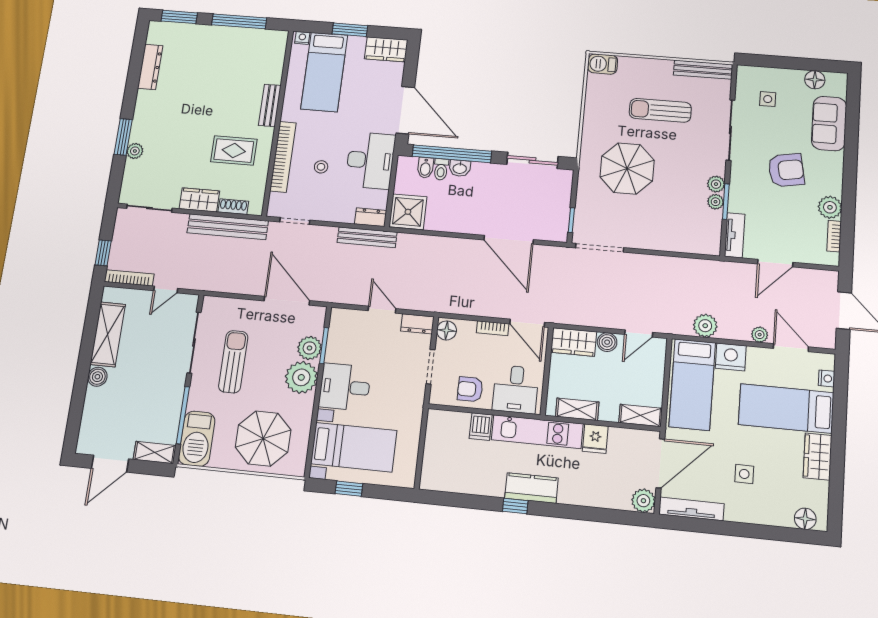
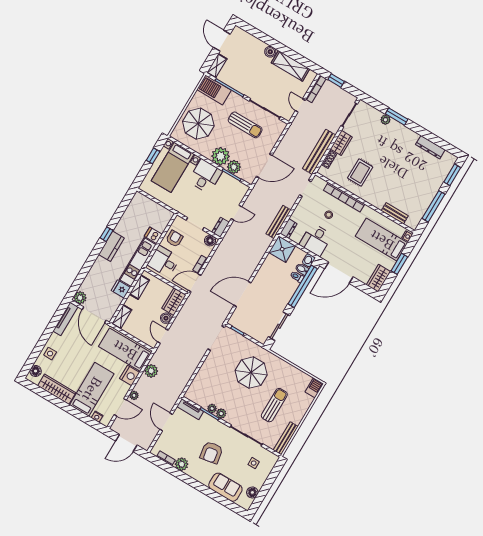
bench: (270, 105) -> (395, 213), moved
desk: (370, 160) -> (316, 240), width x0.73
washbasin: (460, 168) -> (309, 260), moved
wardrobe: (818, 457) -> (57, 389), width x1.50
side table: (744, 474) -> (50, 354), moved

